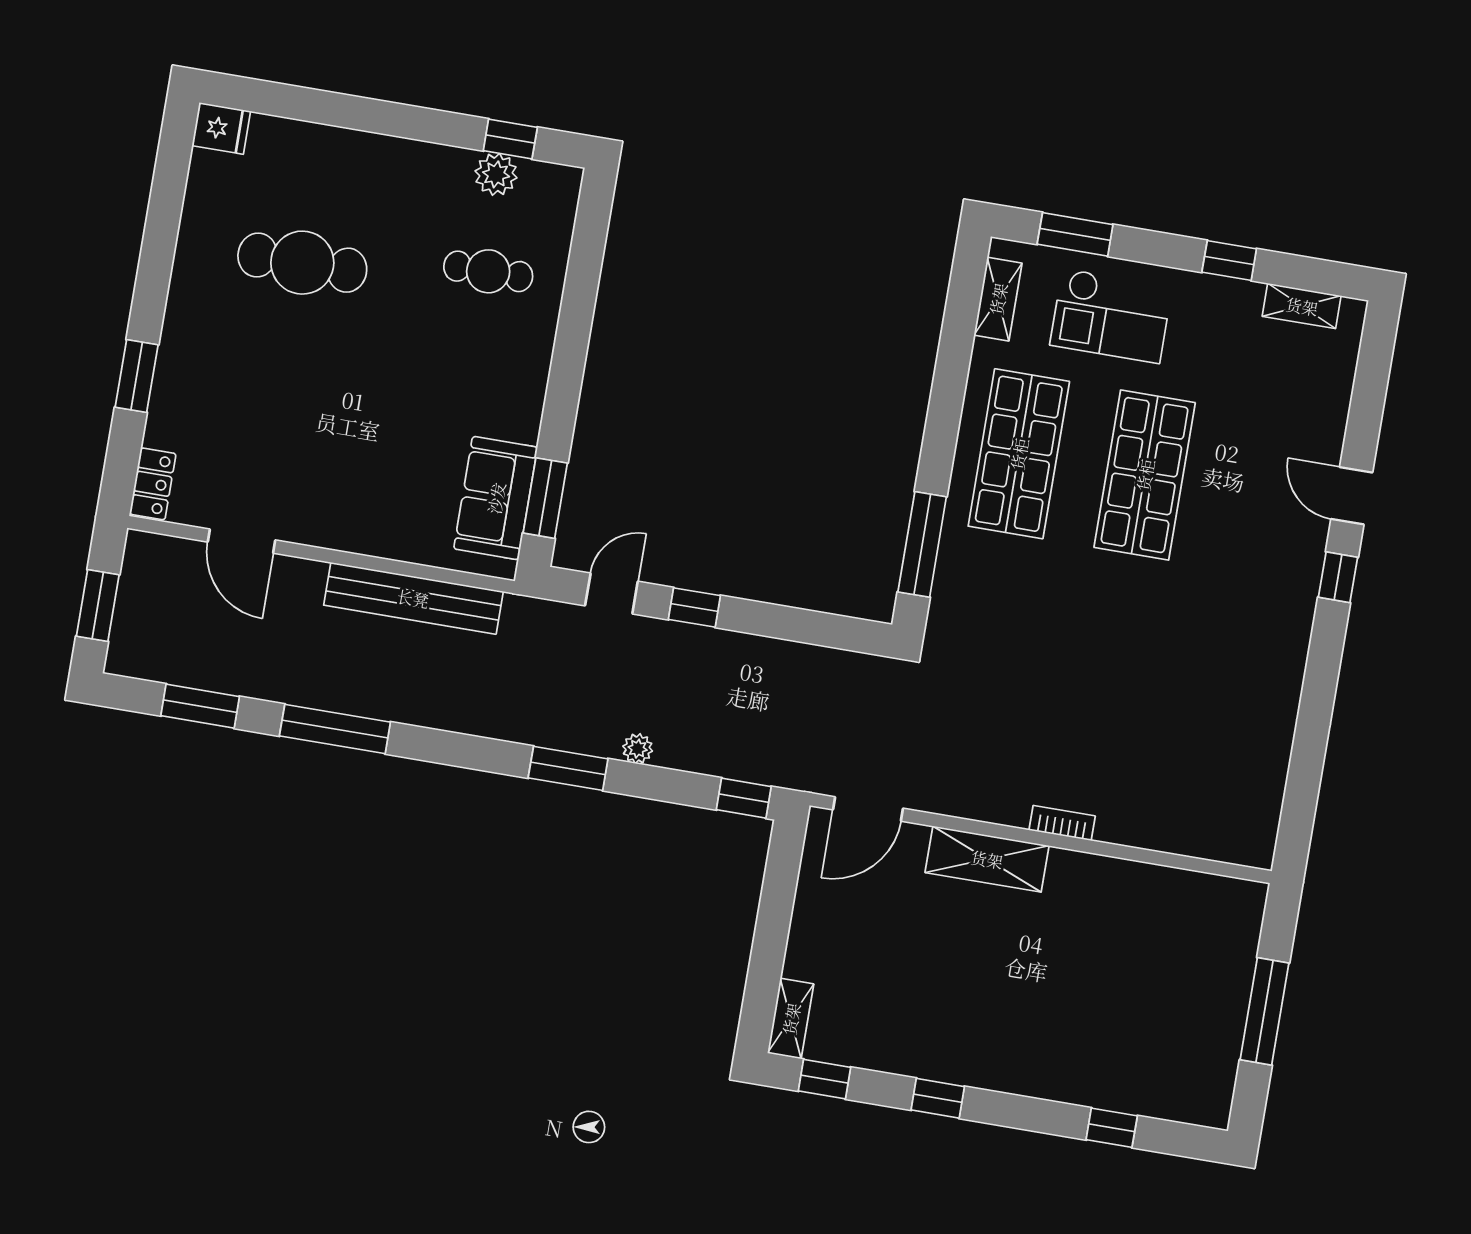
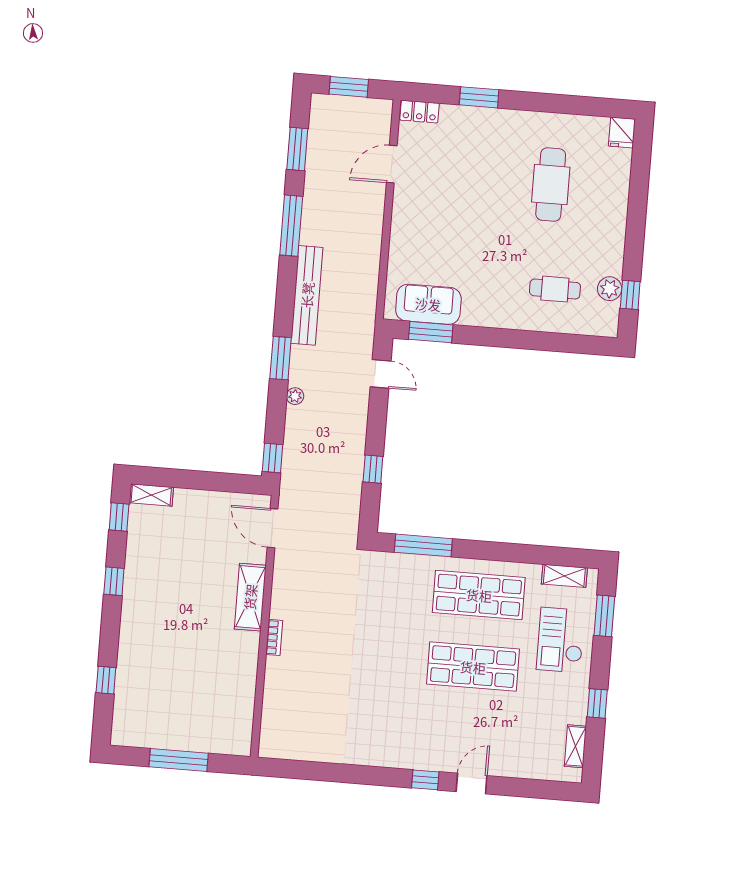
cafe table: (488, 271) -> (555, 289), turned 90
bench: (413, 598) -> (307, 295), moved
window: (694, 607) -> (373, 469), moved

